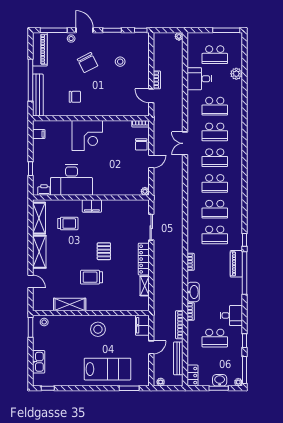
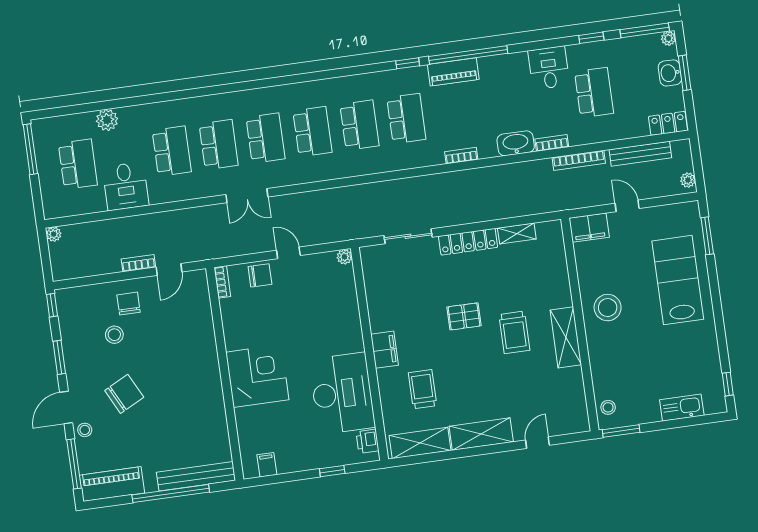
chair: (75, 97) -> (129, 304), moved
shelving: (70, 305) -> (566, 337), moved

